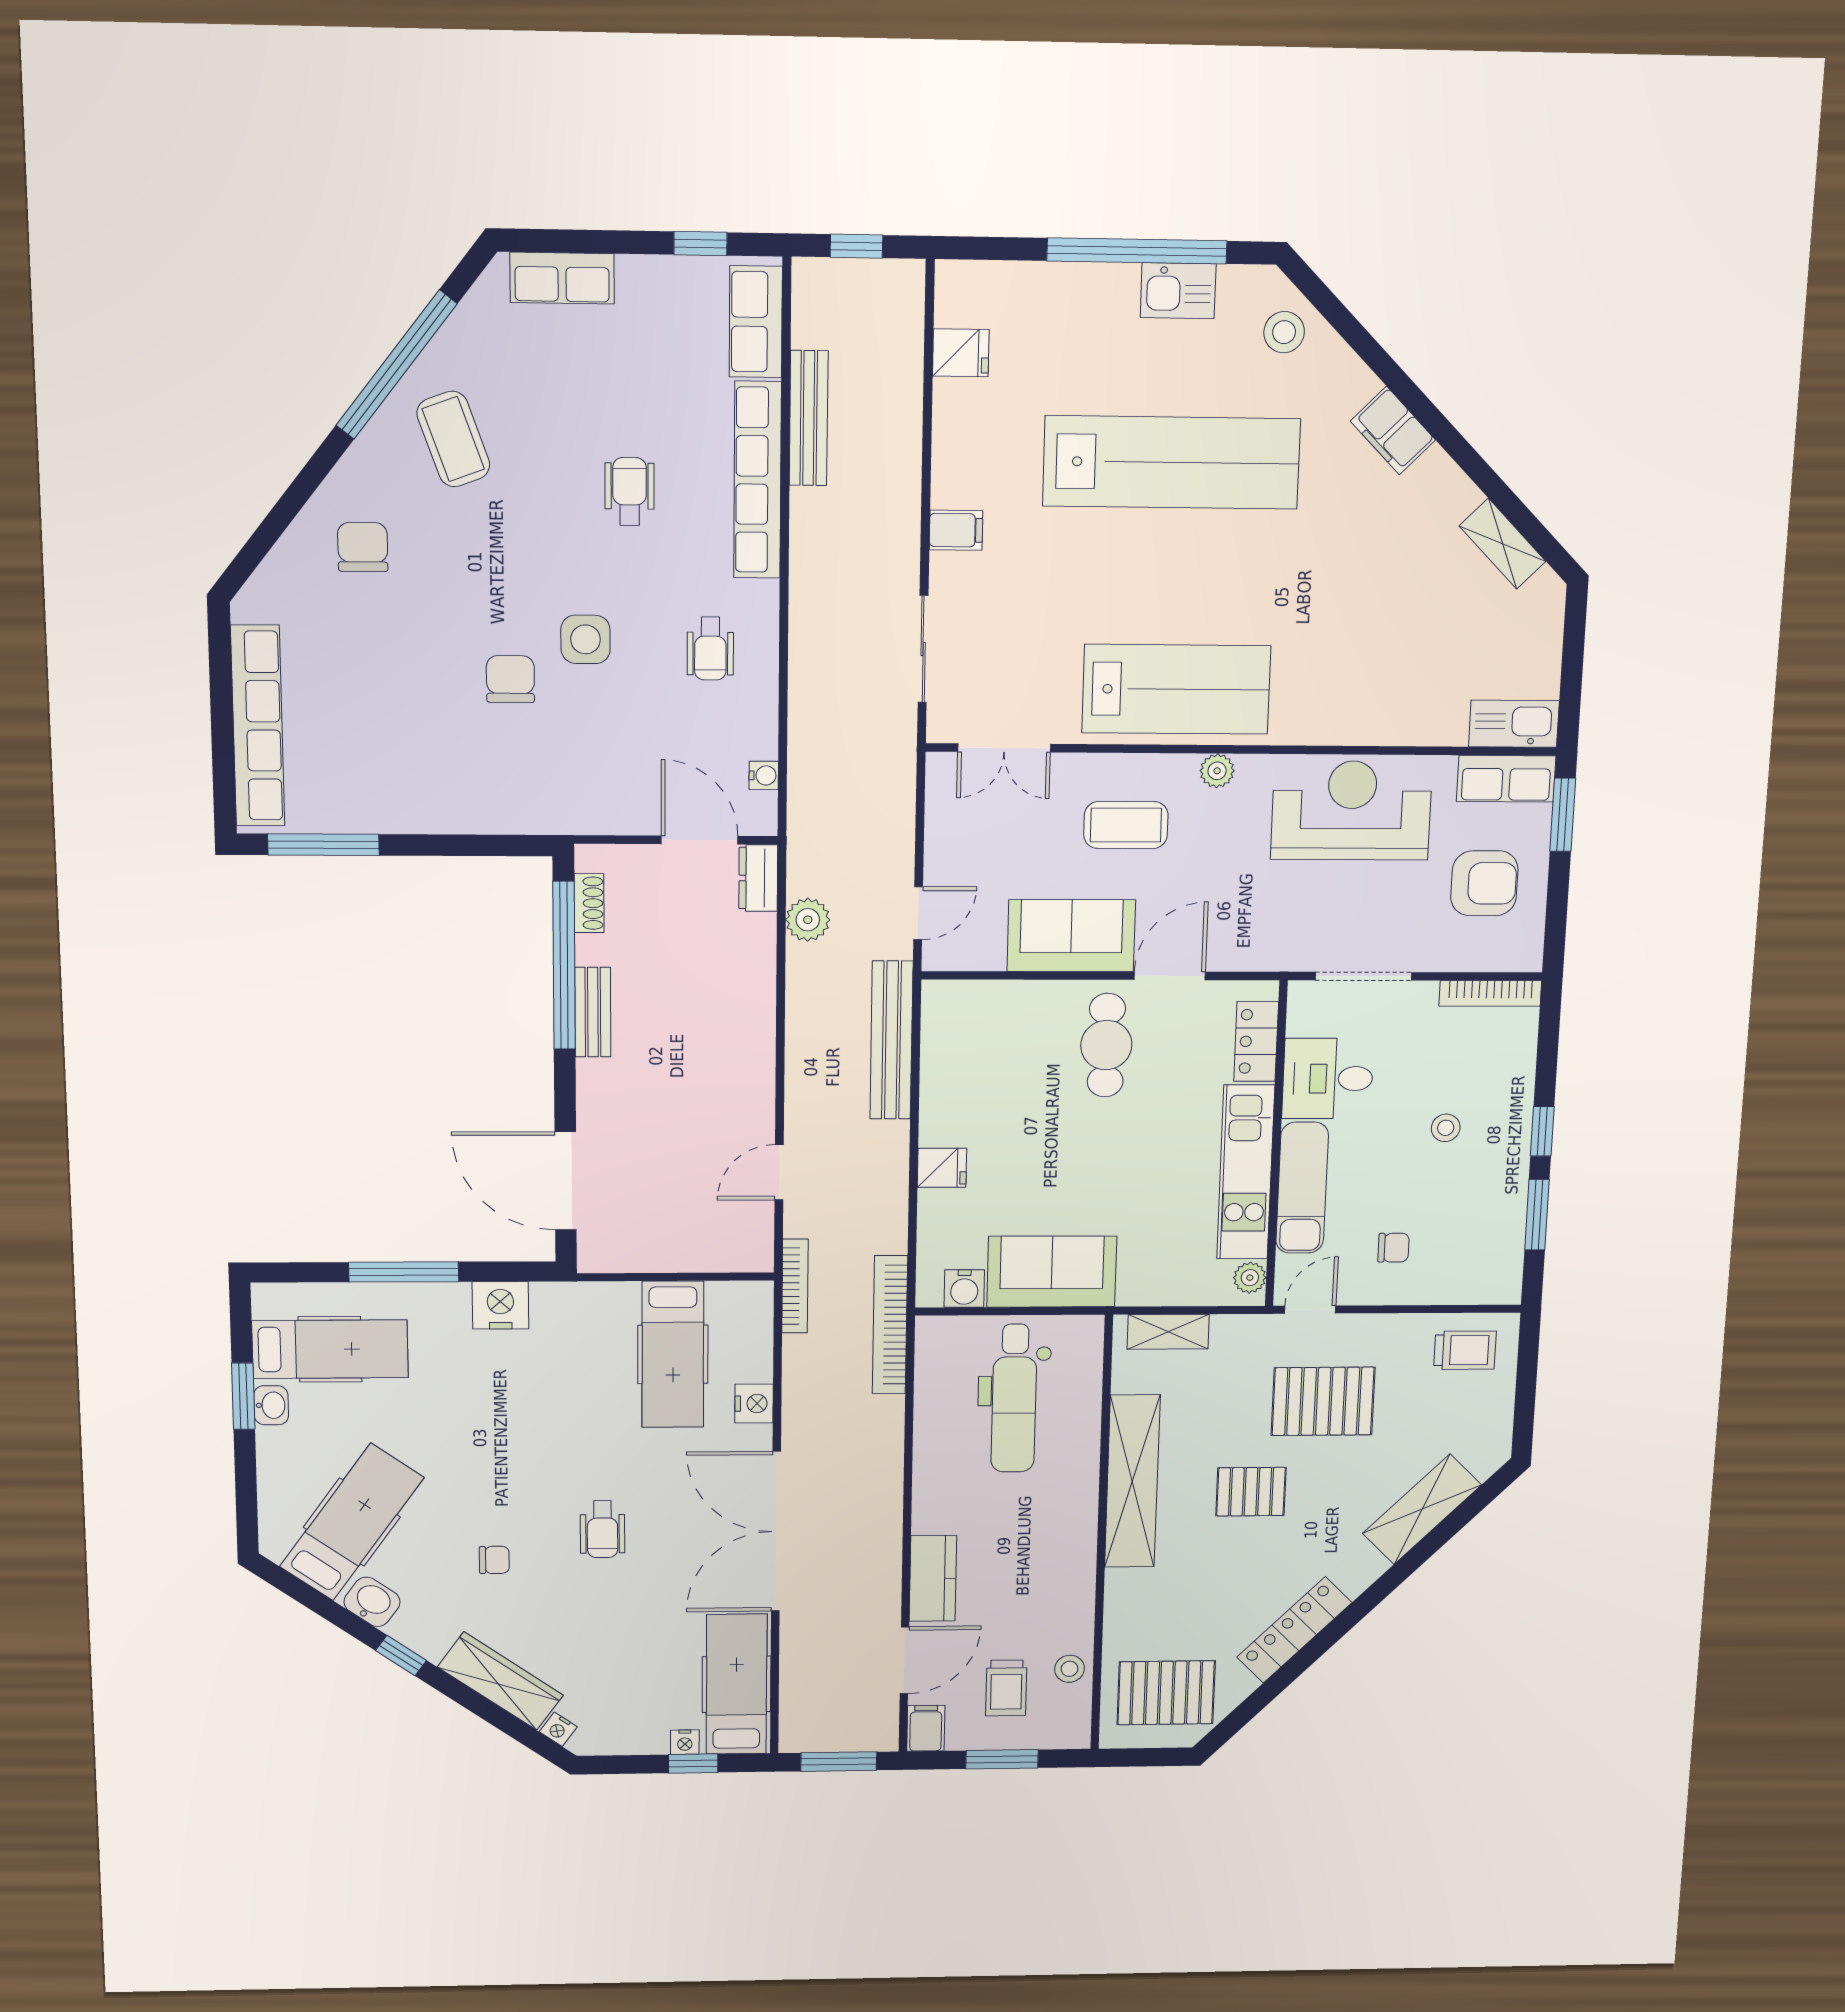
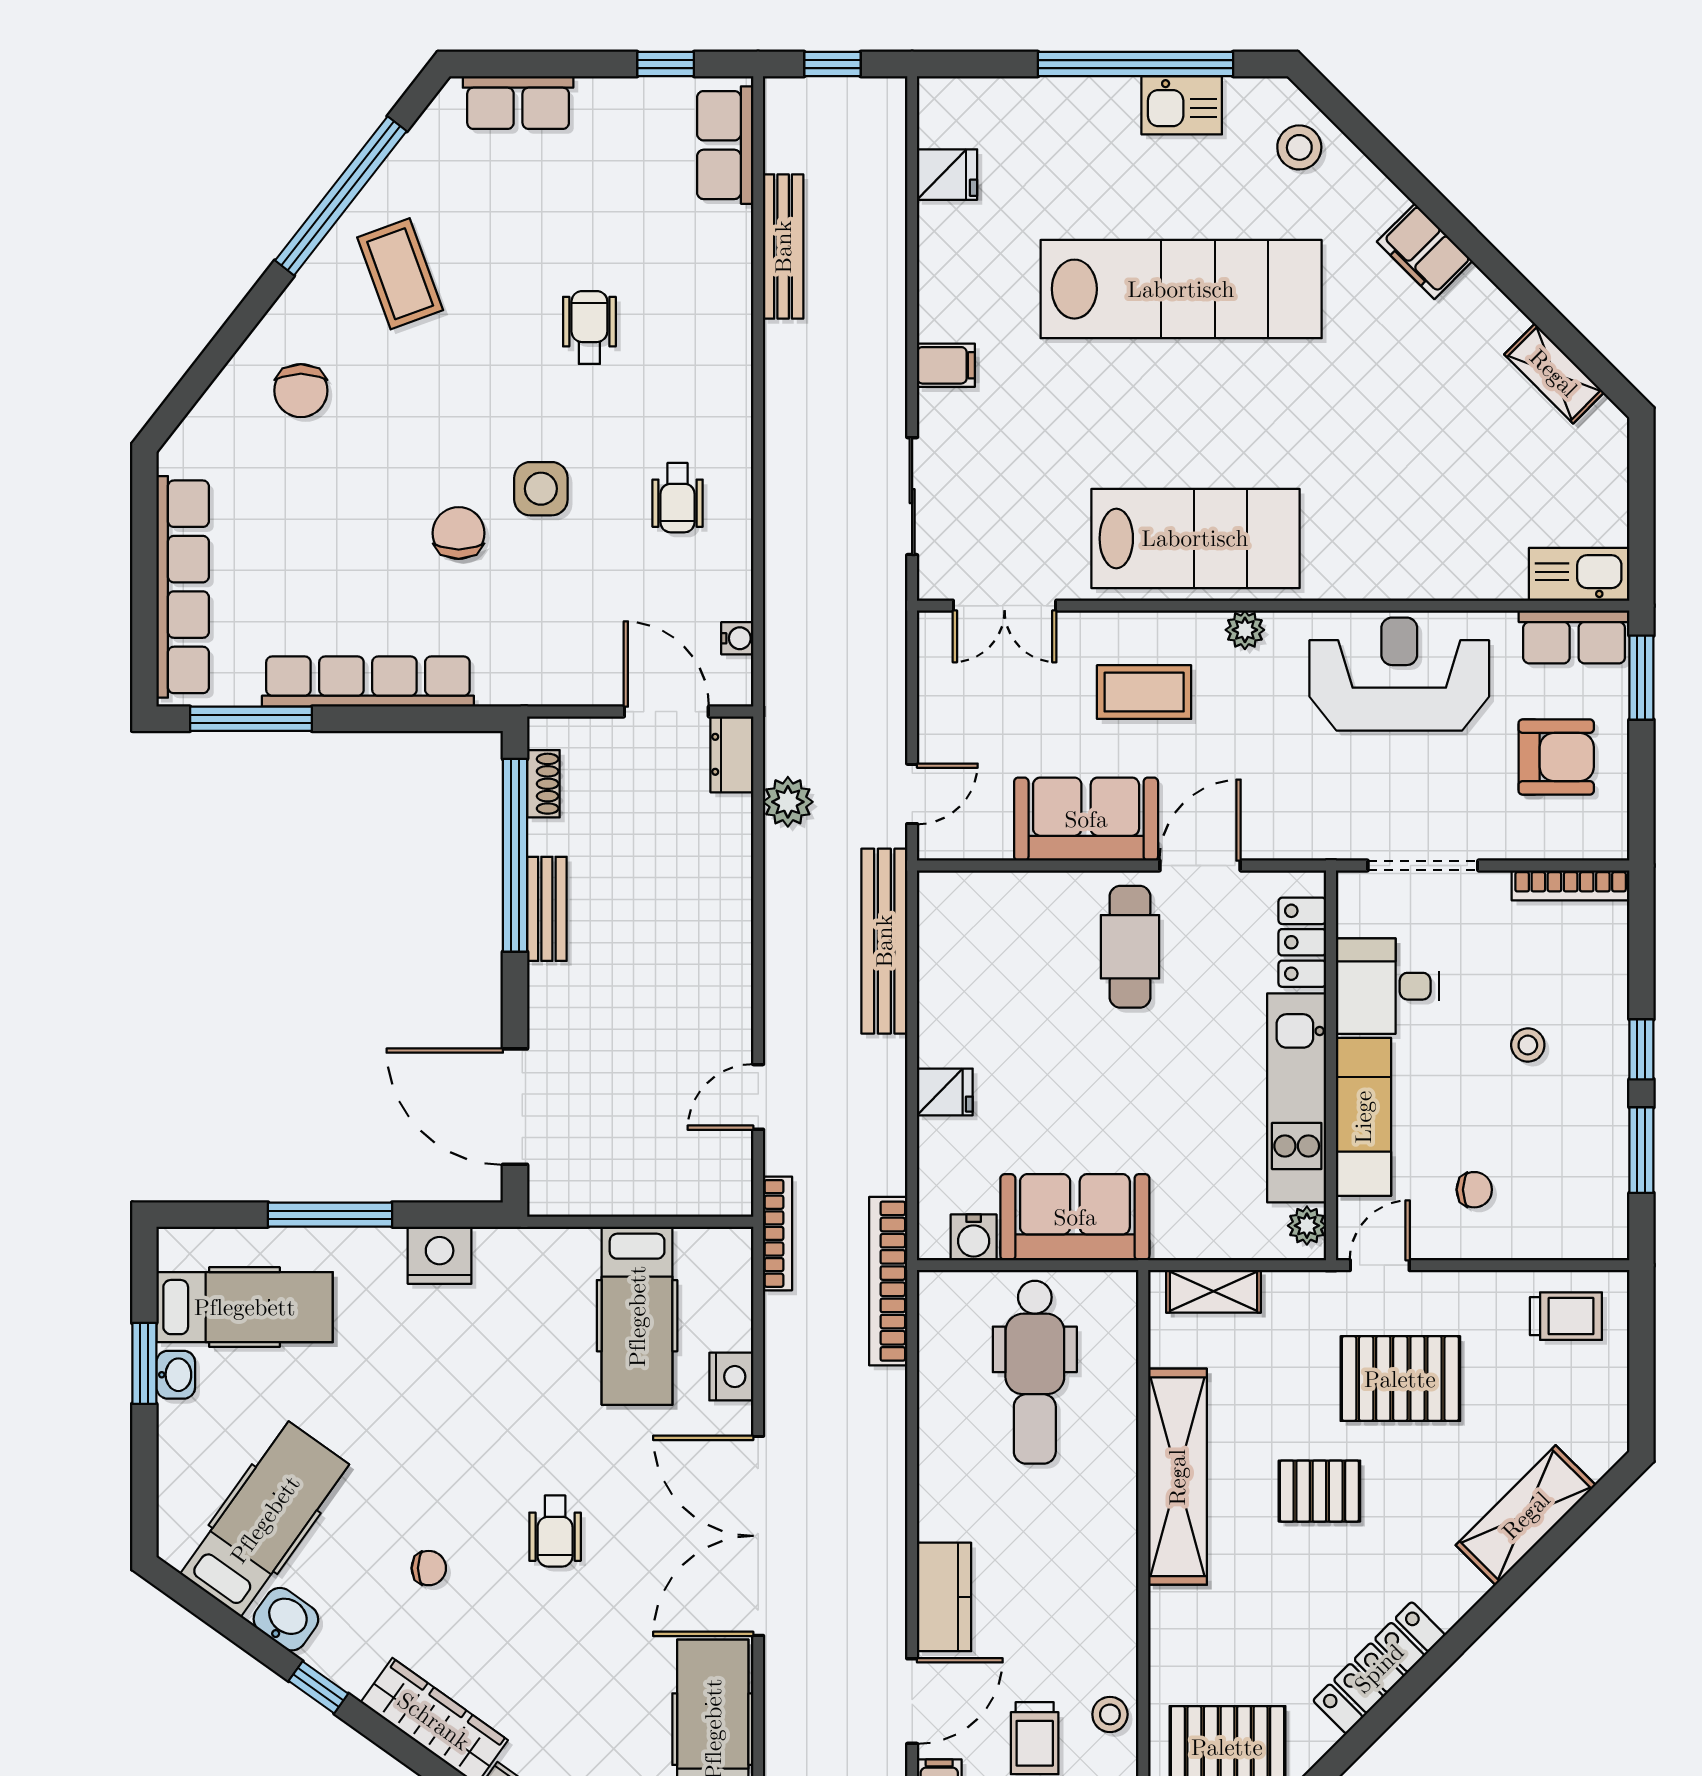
row of seats: (757, 480) -> (368, 682), moved, turned 90
chair: (363, 547) -> (301, 391), turned 180

